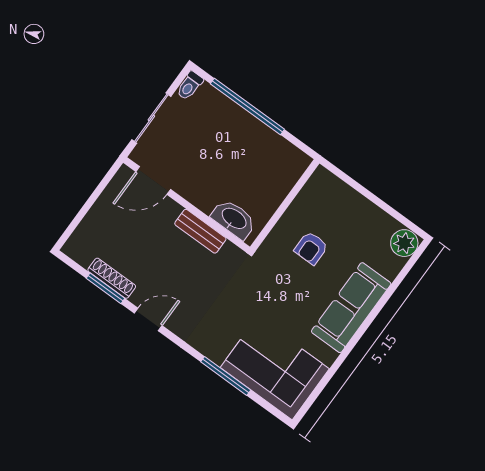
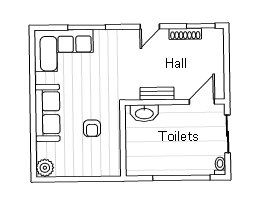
armchair: (311, 248) -> (92, 128), turned 180
window: (105, 288) -> (201, 26), moved

